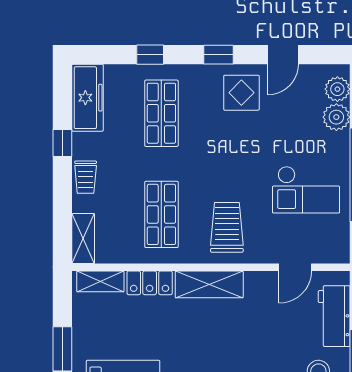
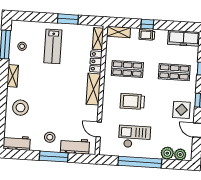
window: (62, 143) -> (147, 24), moved
checkout: (306, 190) -> (134, 137), turned 90
trolley: (227, 227) -> (132, 101), moved, turned 180

